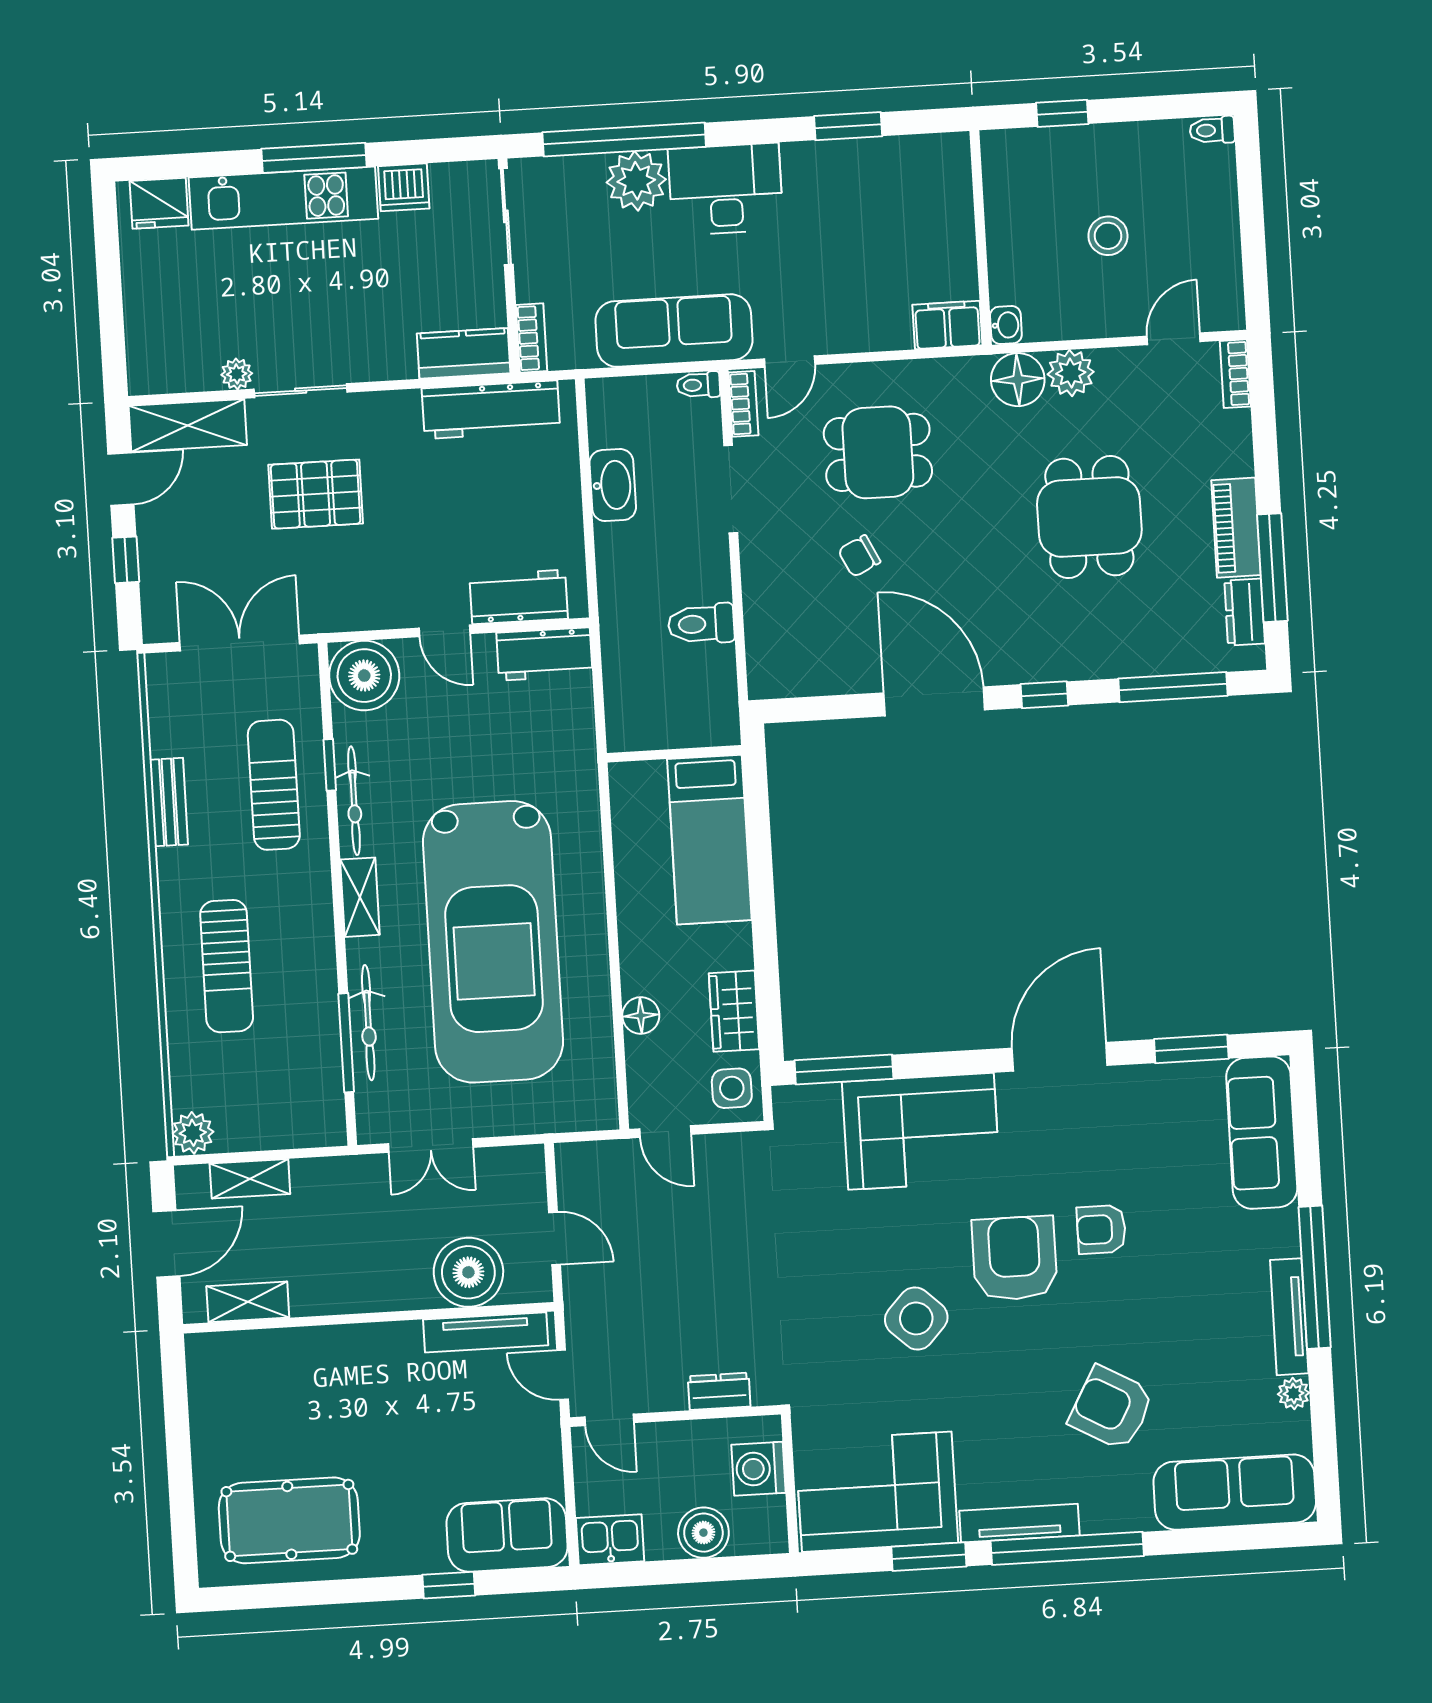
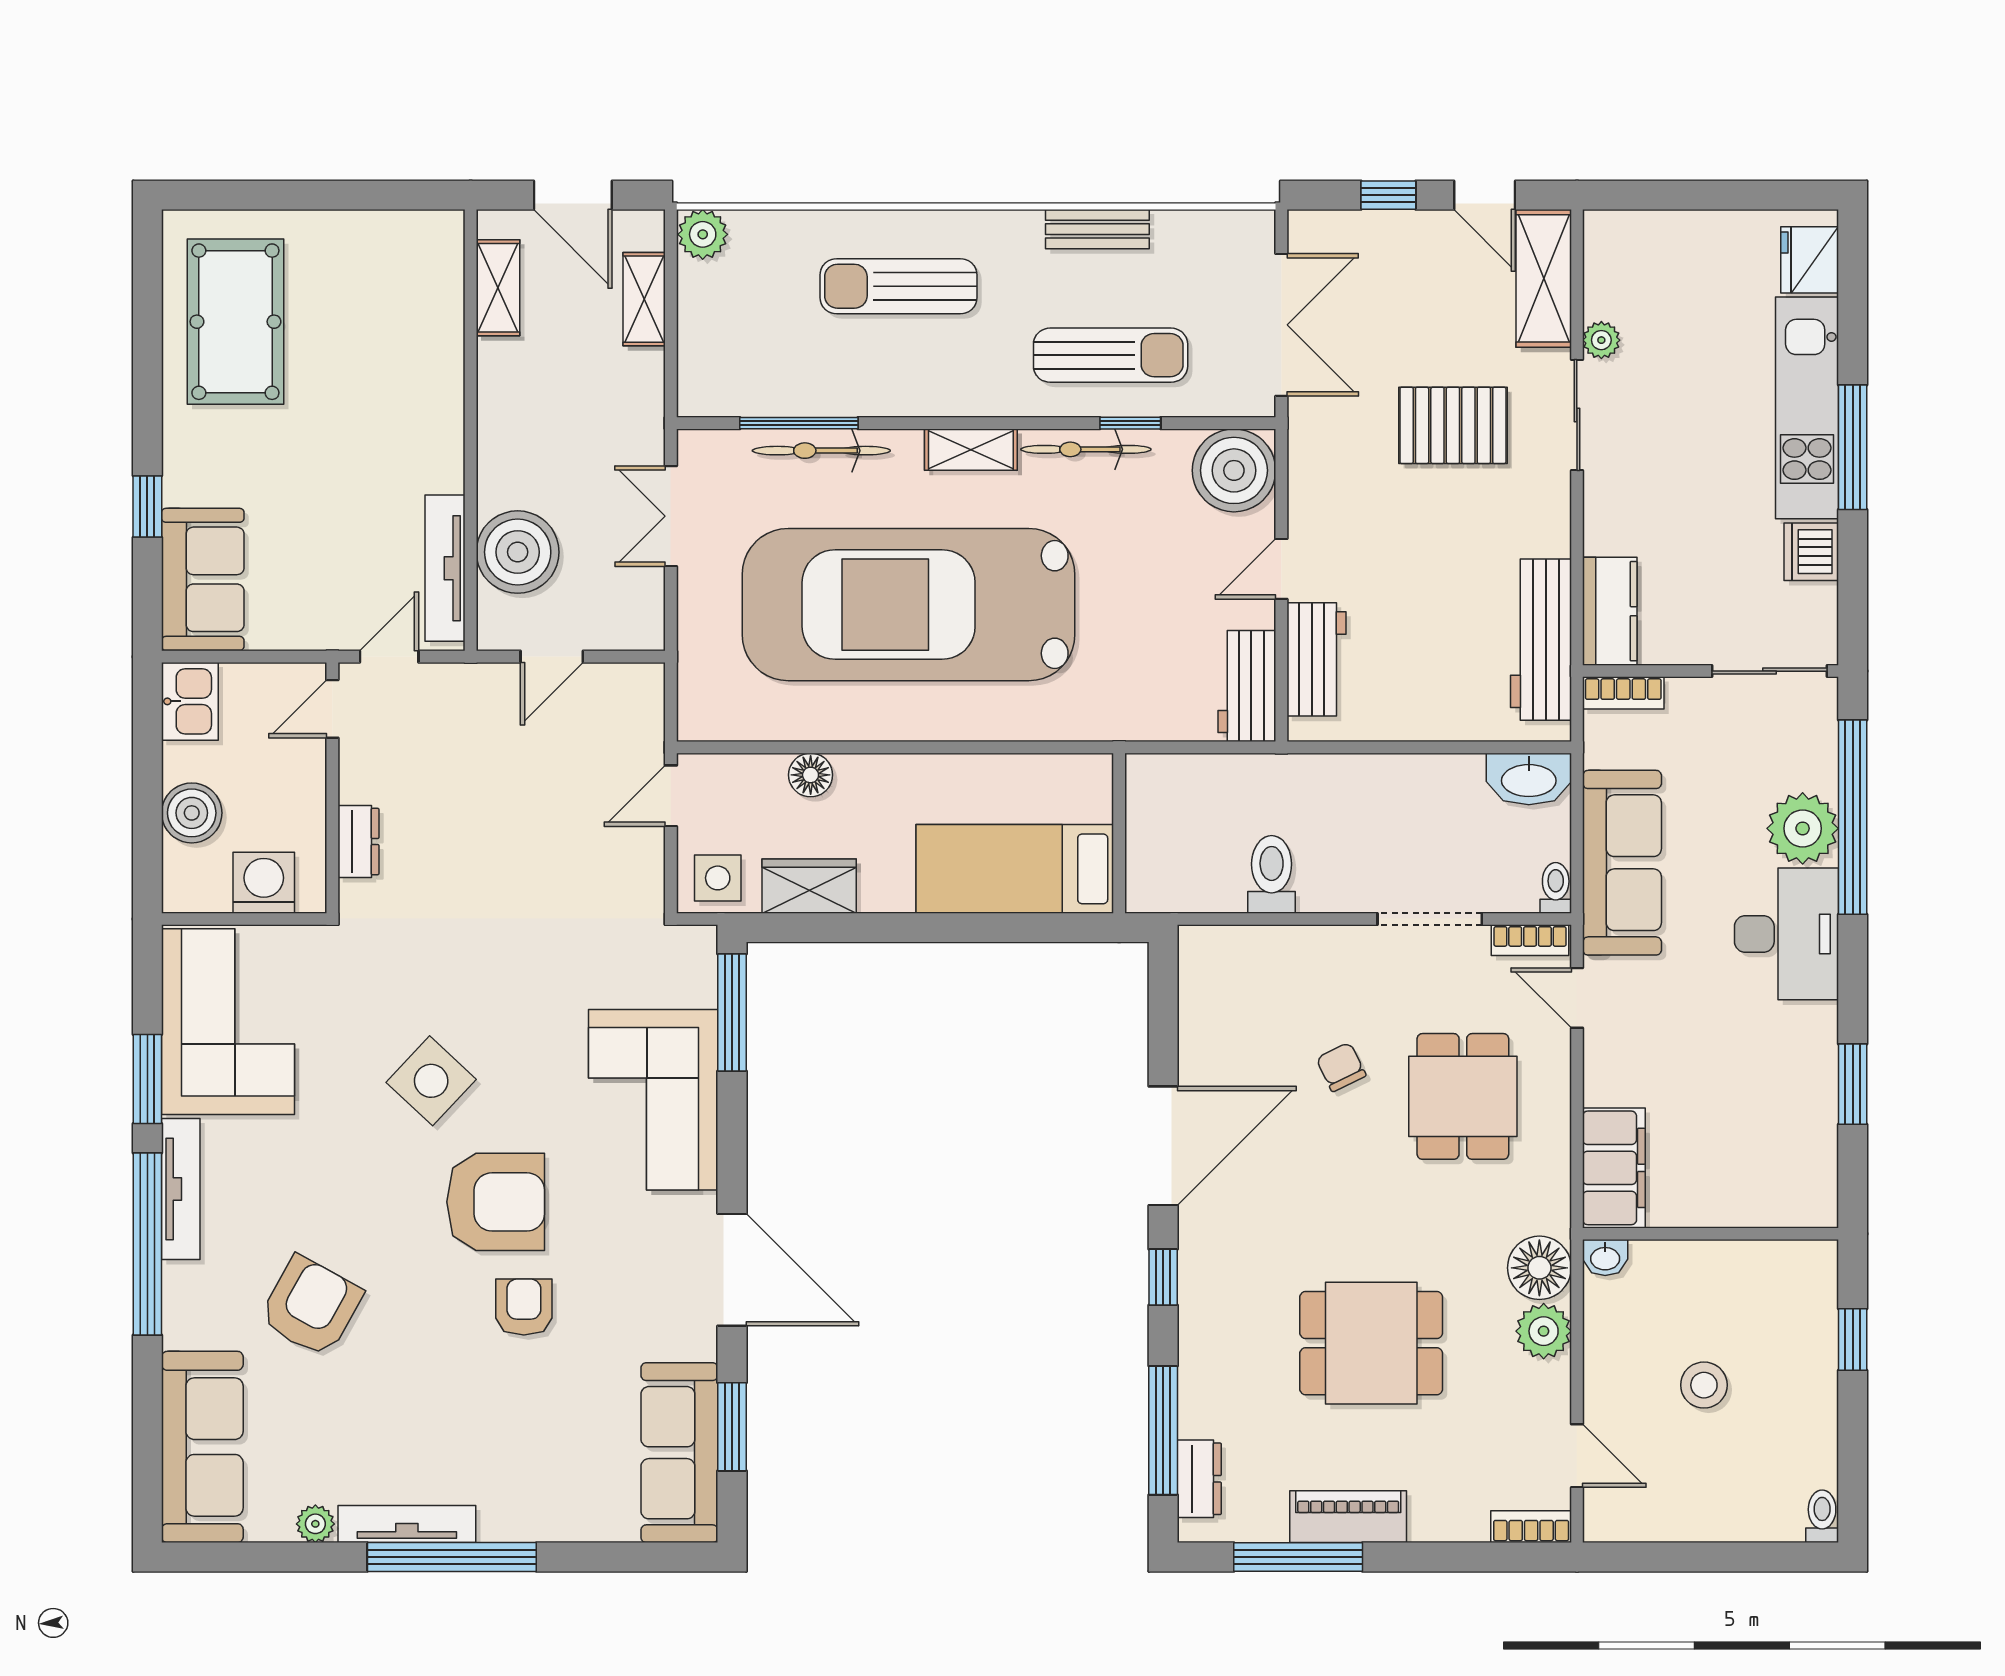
filing cabinet: (947, 325) -> (1614, 1168), width x1.50, depth x1.17
washbasin: (613, 485) -> (1529, 779), moved
pallet: (316, 494) -> (1453, 425), turned 90
dresser: (1245, 612) -> (1199, 1479), moved, turned 90
sofa: (1262, 1133) -> (679, 1453), moved, turned -90

